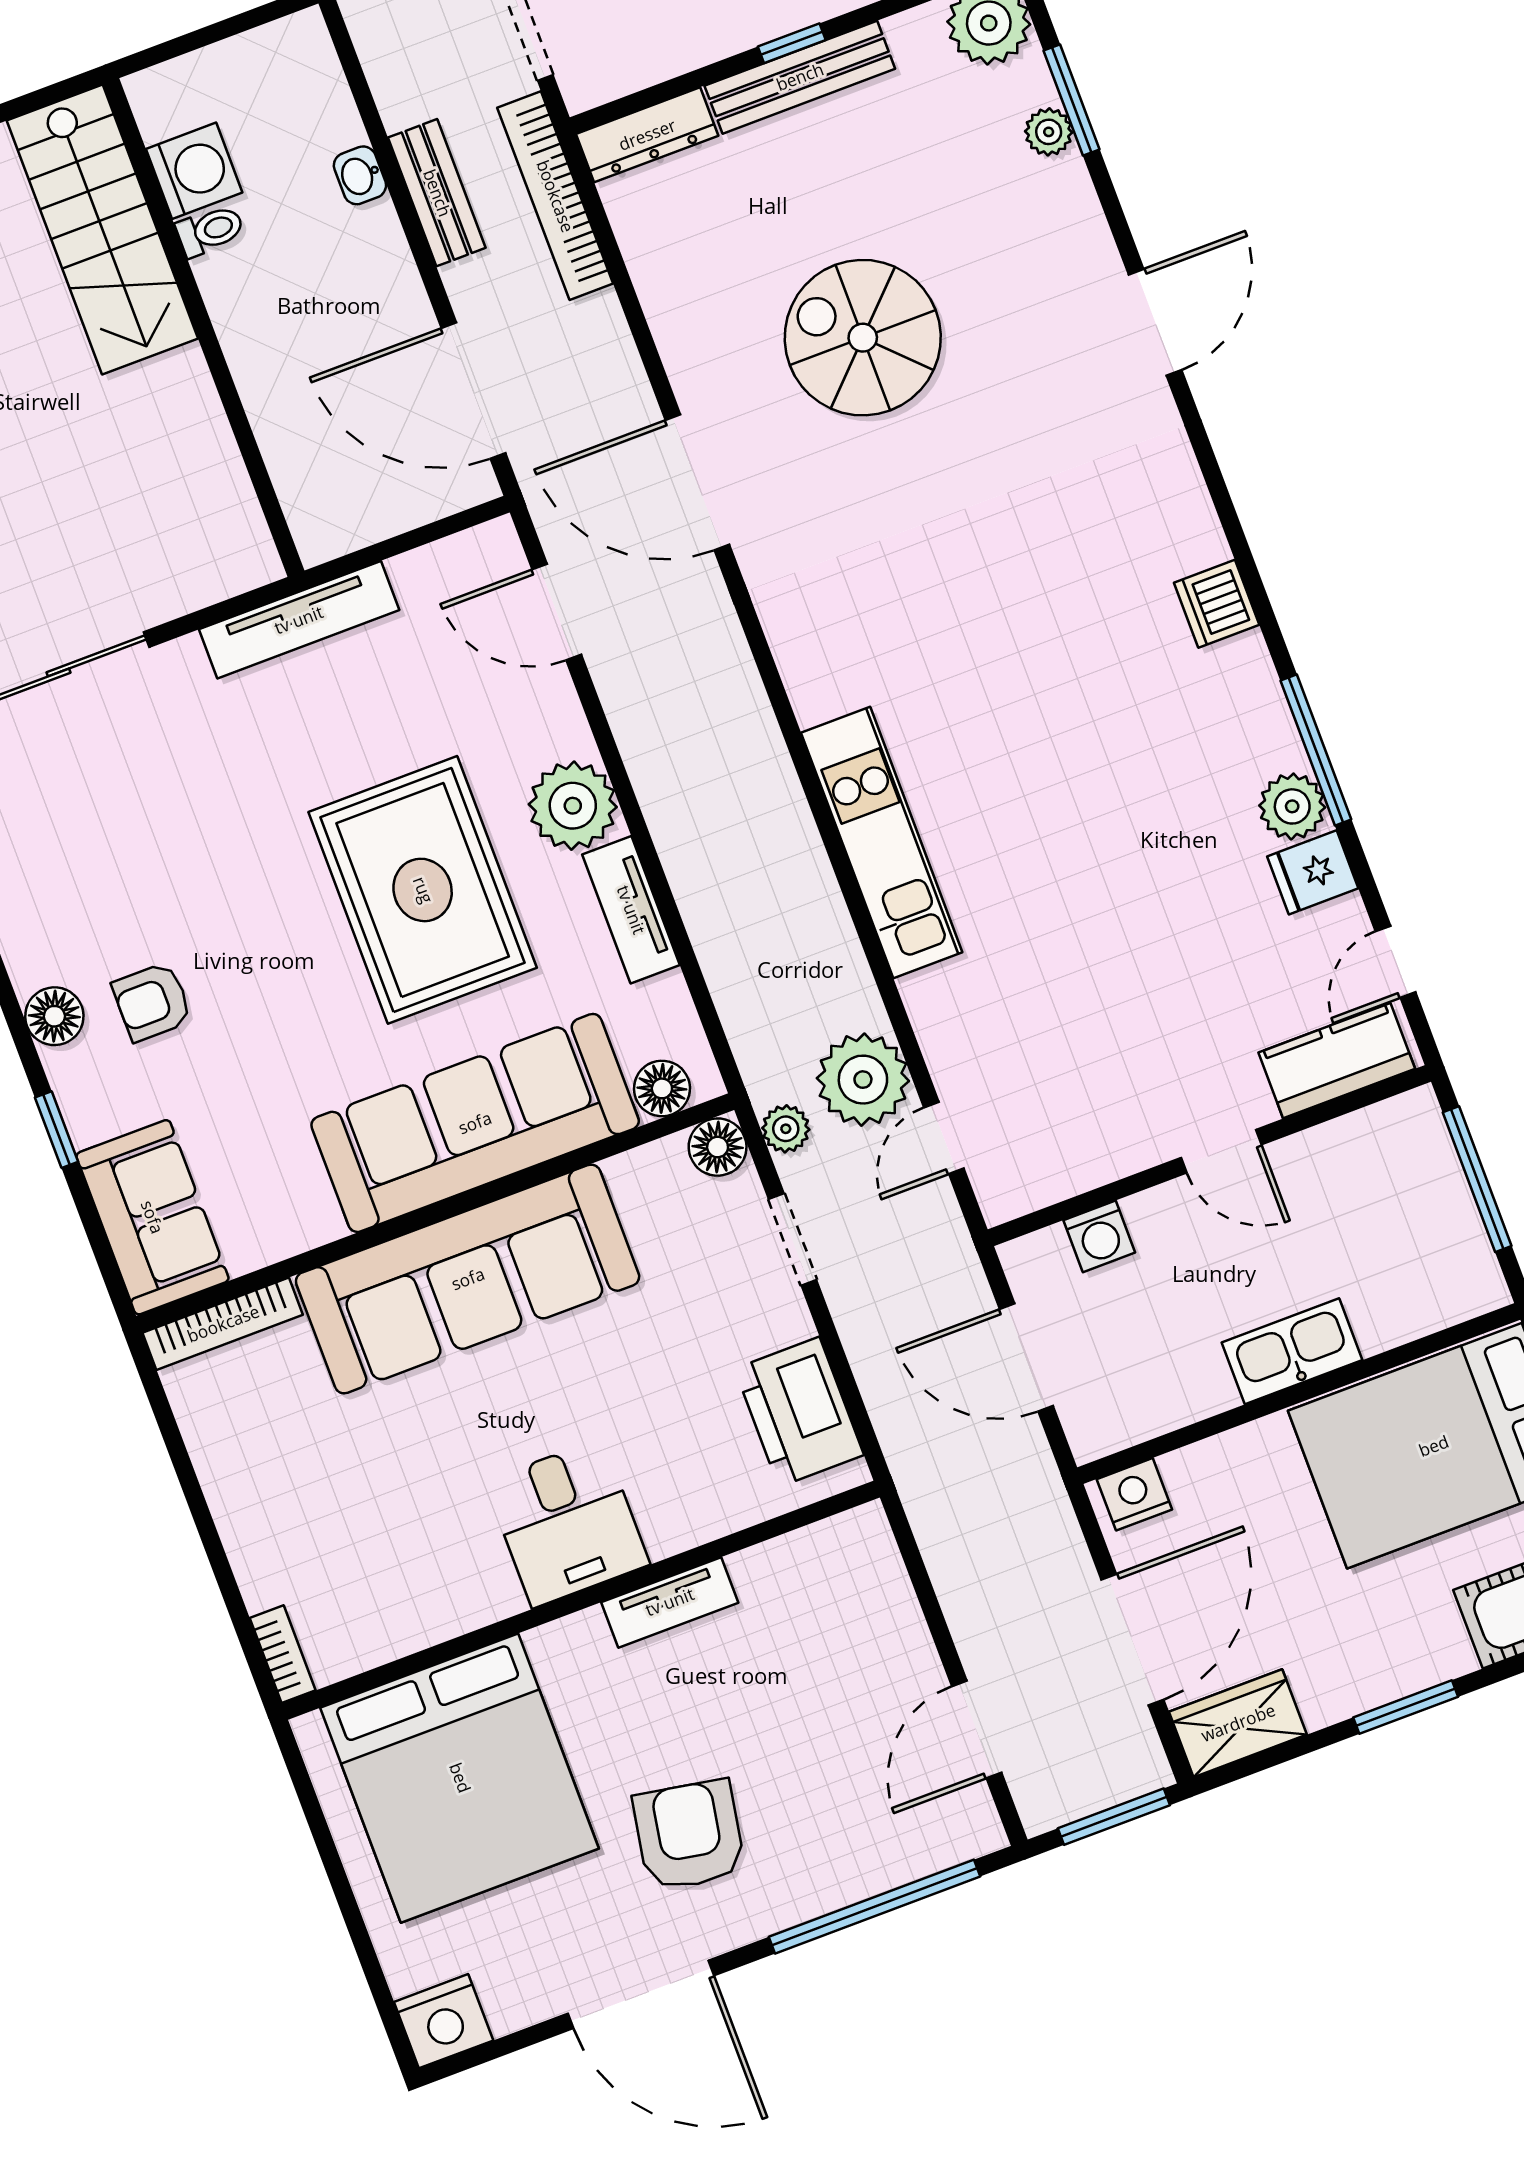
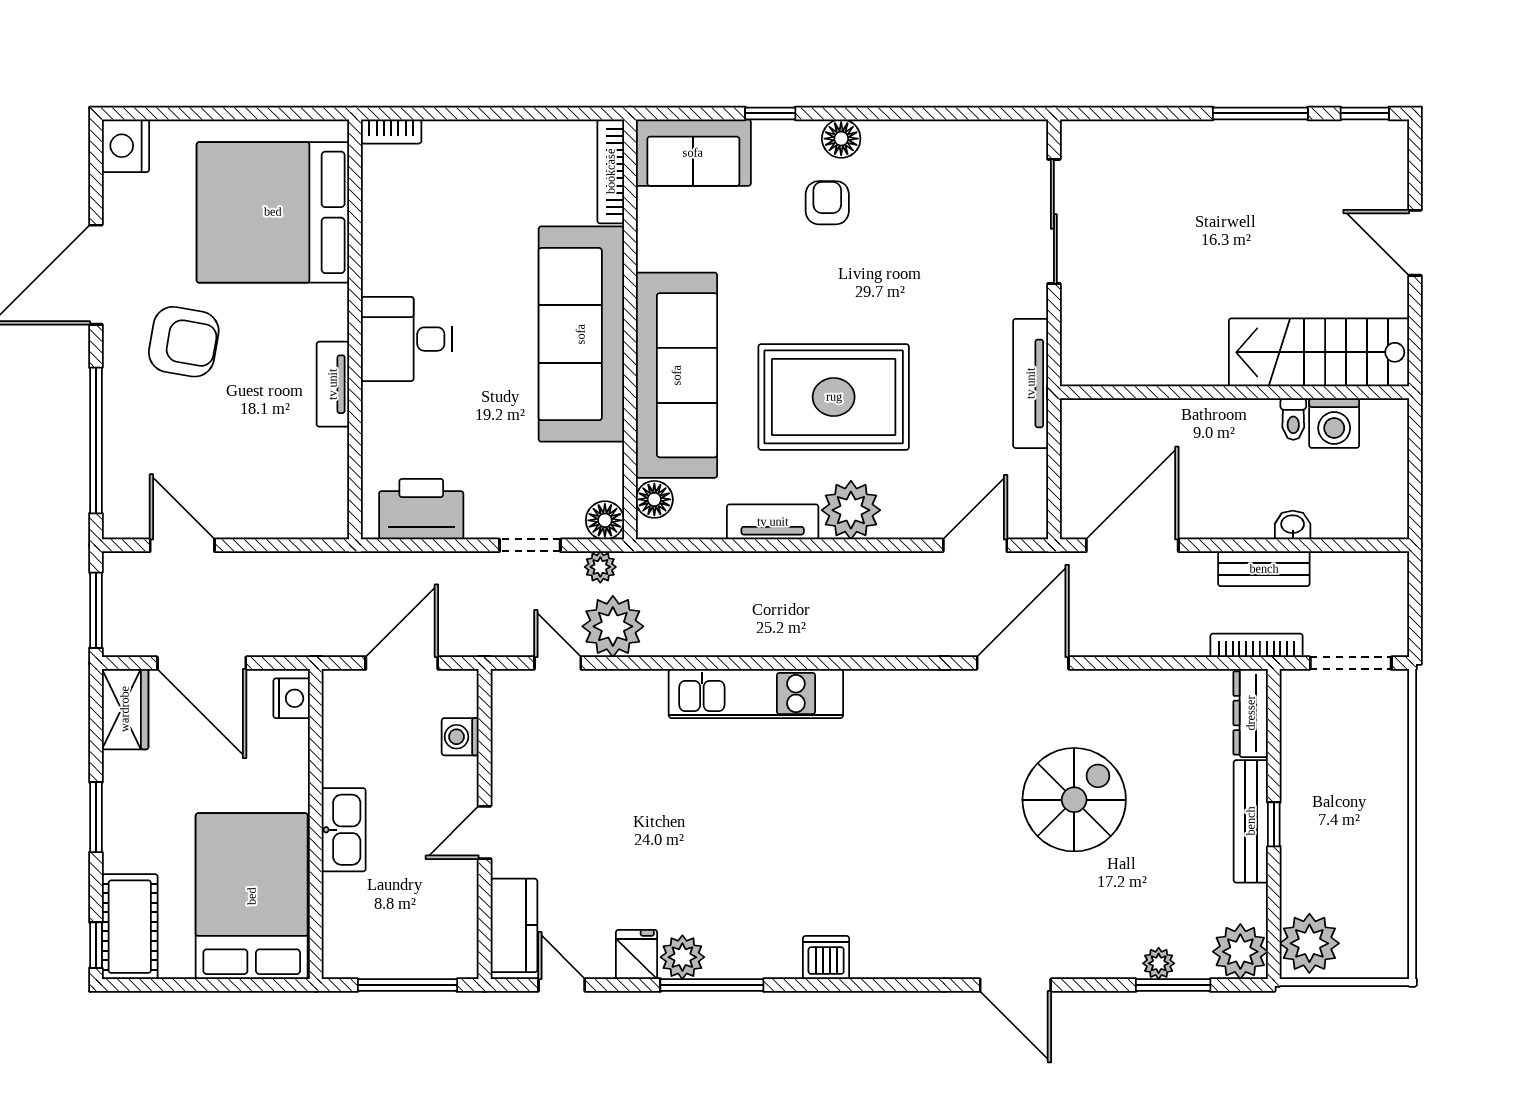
bookcase: (555, 196) -> (1256, 645), width x0.68, depth x0.76

